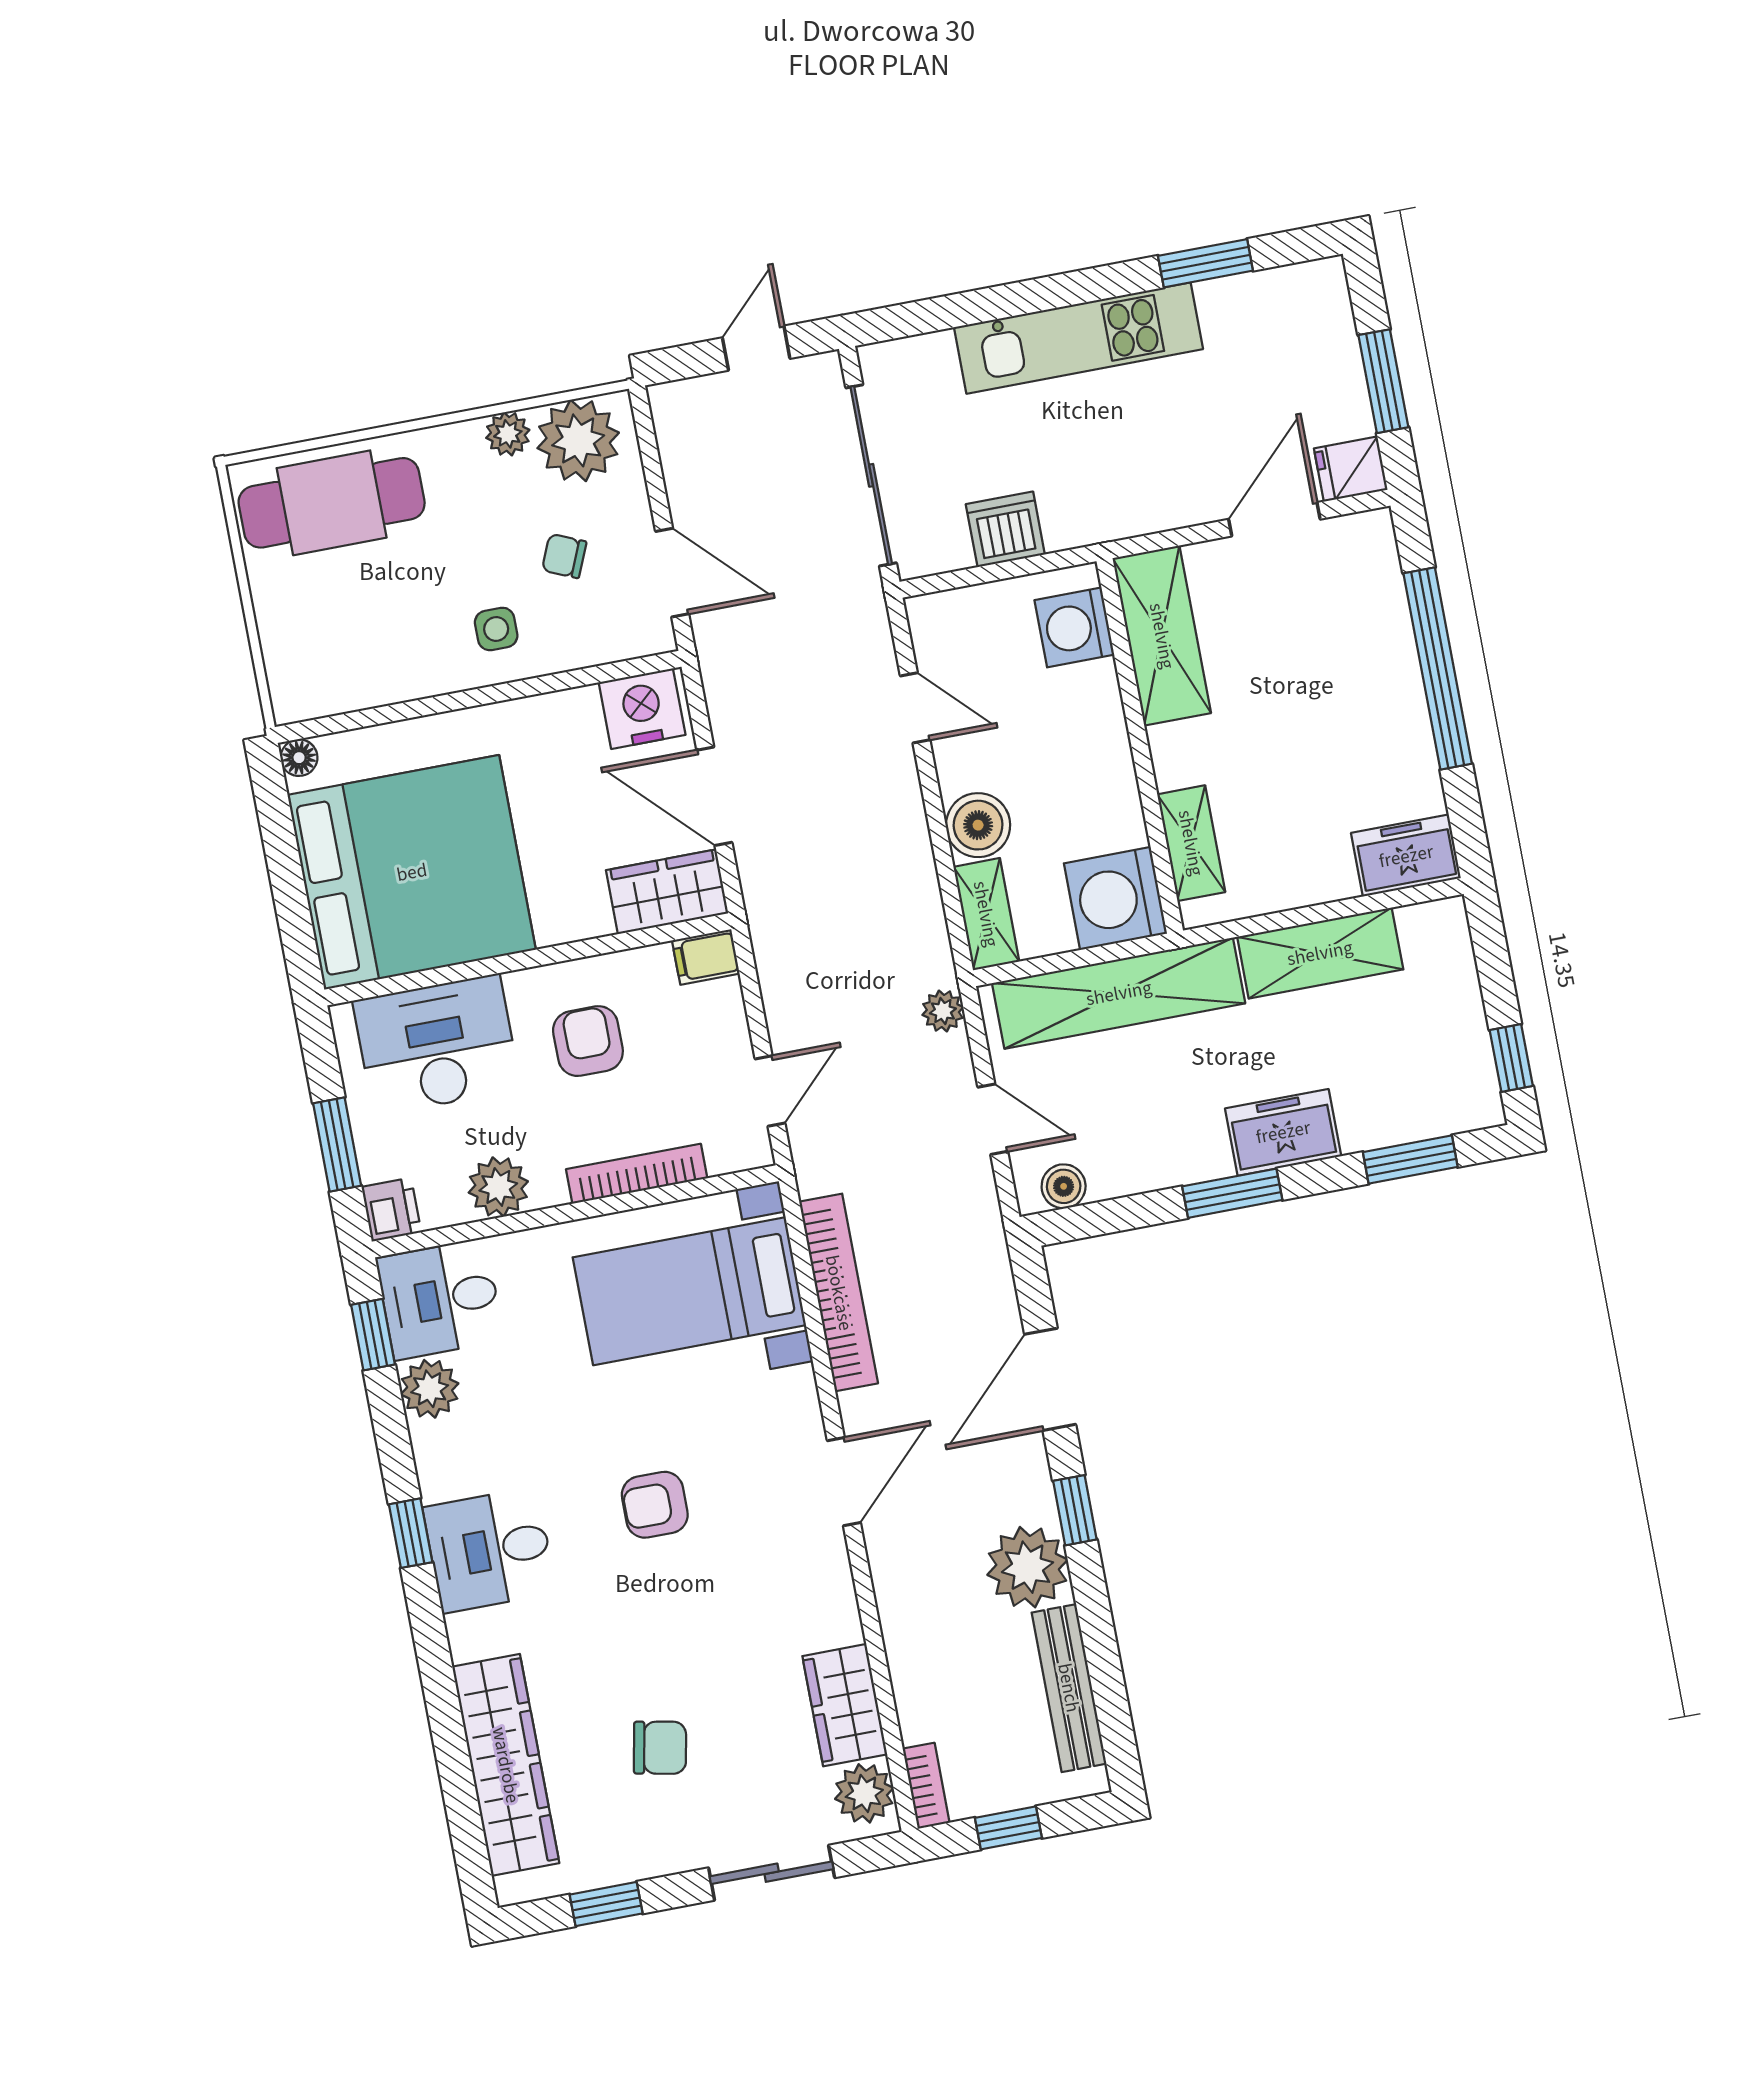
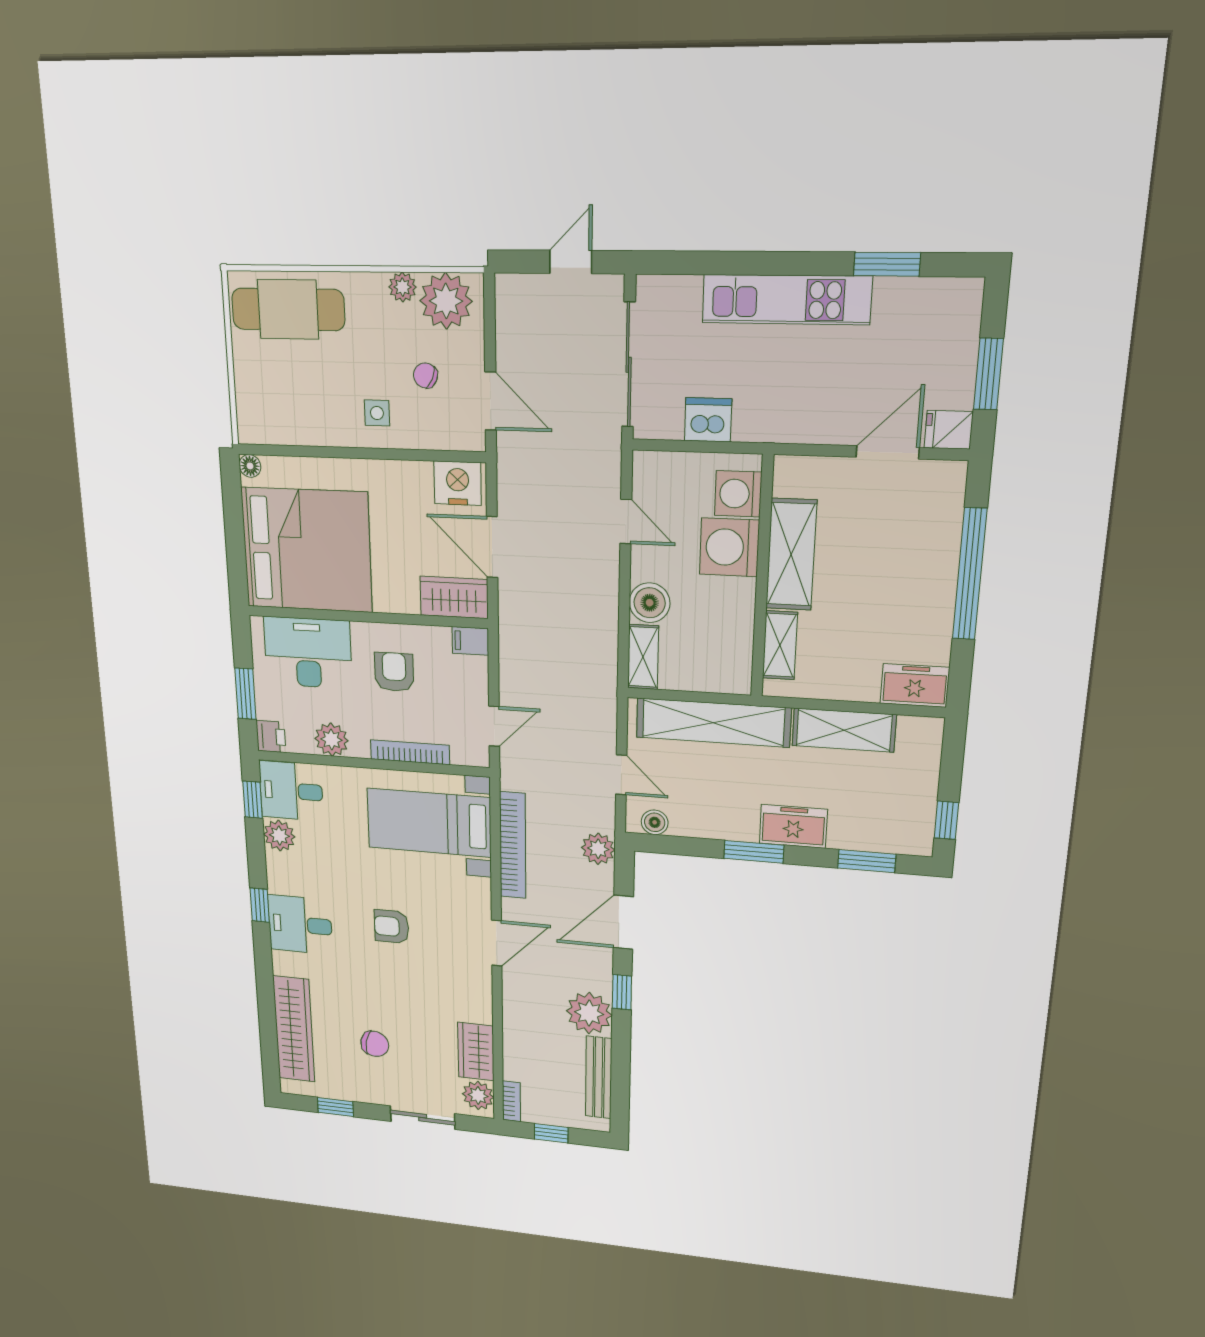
shelving: (1162, 636) -> (791, 554), moved
washing machine: (1115, 898) -> (729, 547), moved
plant: (943, 1011) -> (598, 849), moved, width x1.38, depth x1.38

